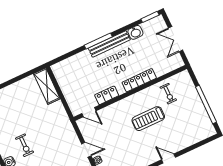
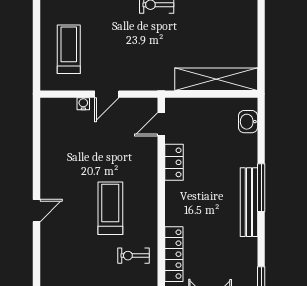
washbasin: (135, 32) -> (248, 122), moved
locker: (139, 80) -> (174, 254), moved
shelving: (47, 86) -> (216, 79), width x1.47

